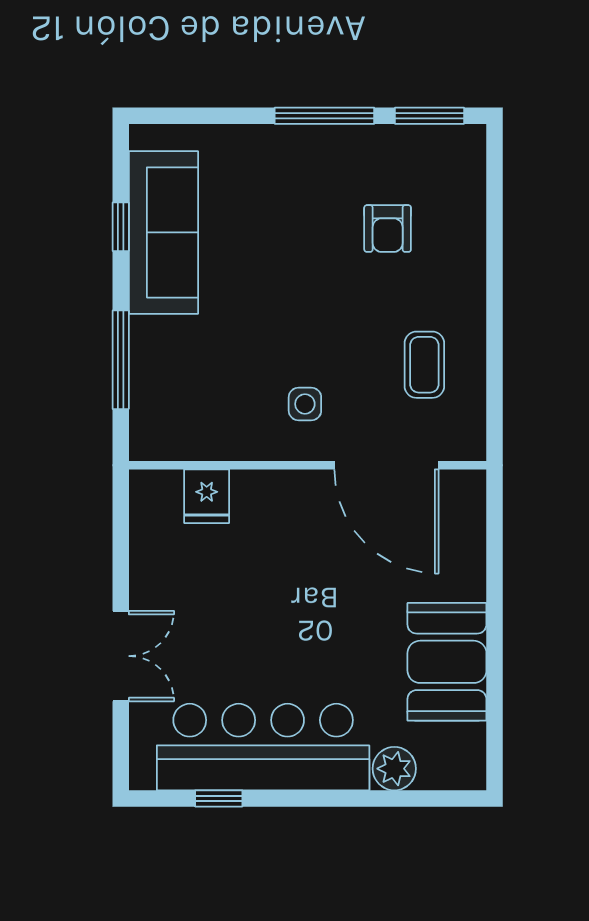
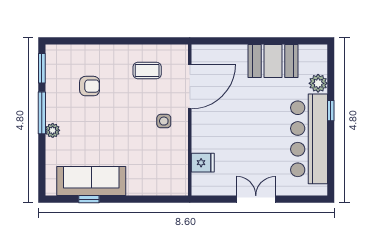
plant: (283, 141) -> (53, 130), added
window: (121, 360) -> (145, 199), removed
double door: (121, 656) -> (256, 199), moved
window: (219, 798) -> (331, 111), moved

